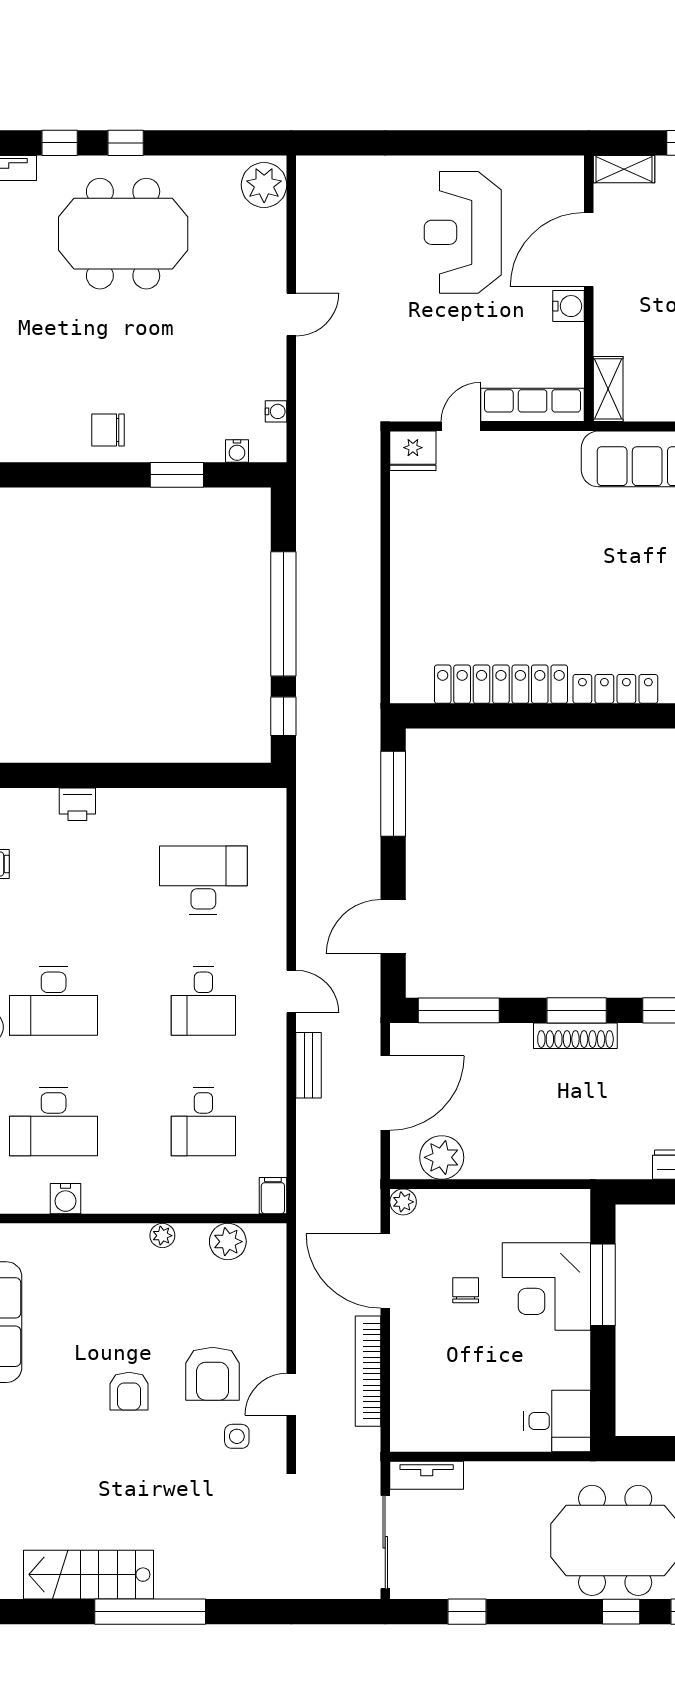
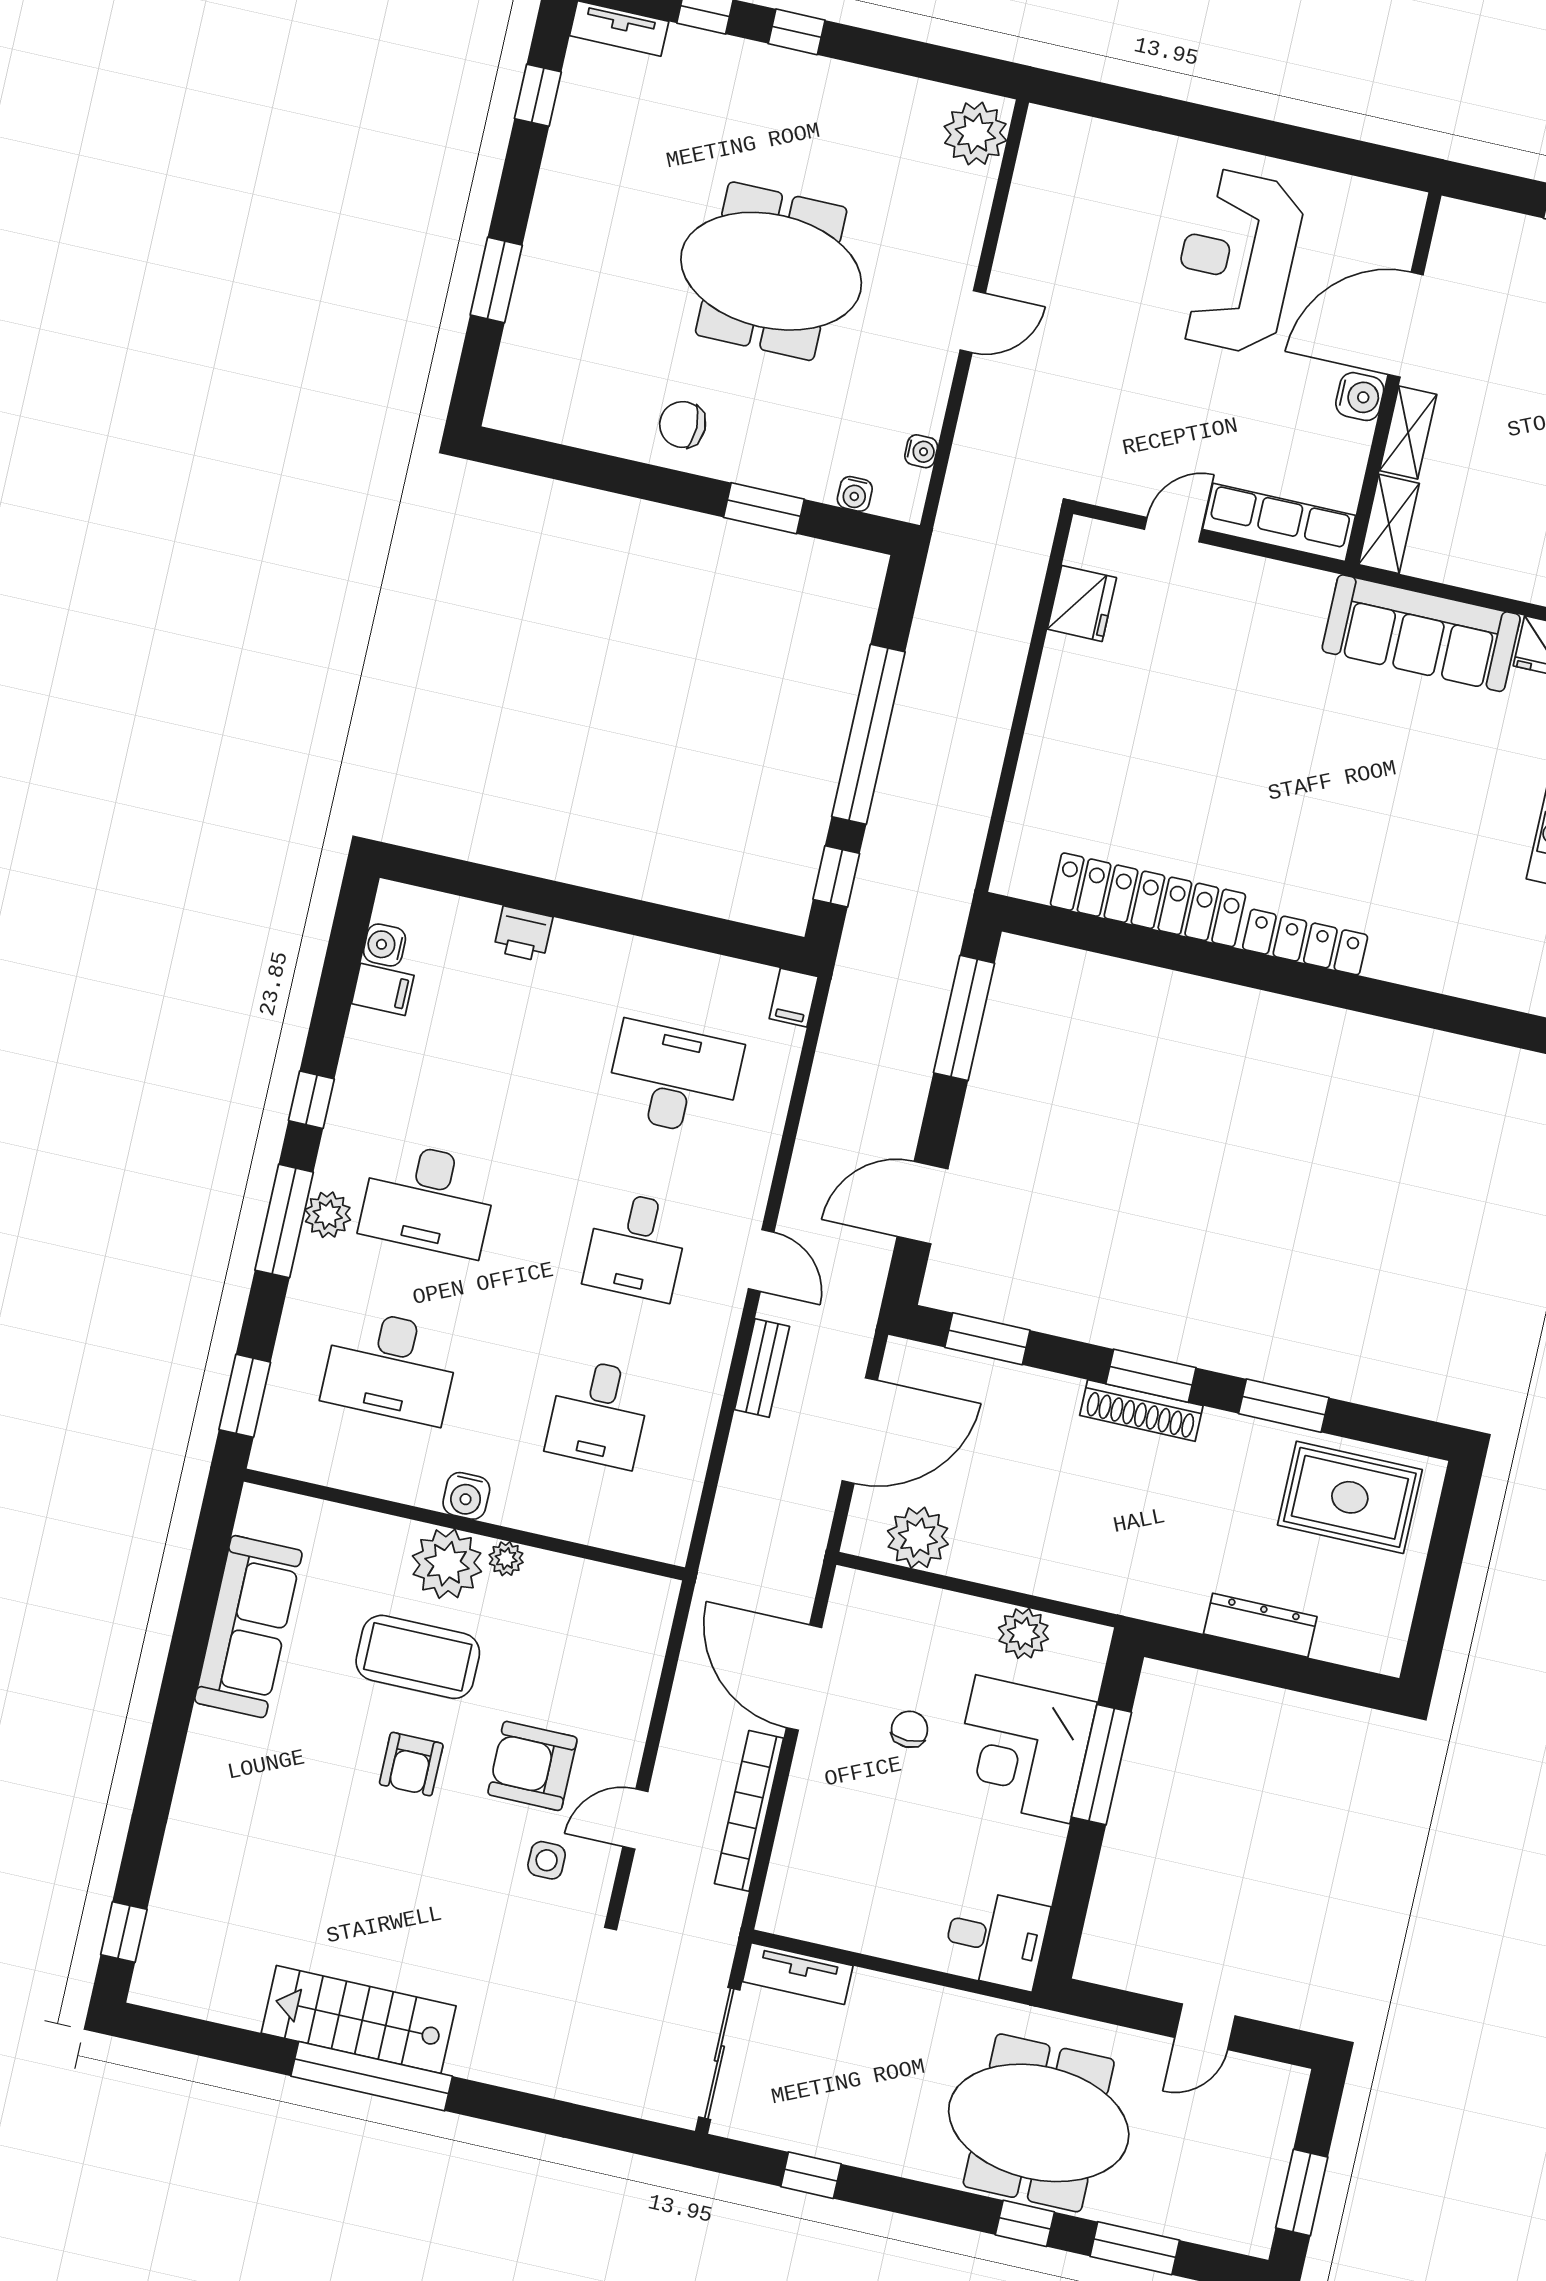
shelving: (624, 169) -> (1408, 433), moved, turned 90
meeting table: (123, 234) -> (771, 271), moved
fridge: (413, 451) -> (1082, 603), moved, turned -90
window: (459, 1010) -> (987, 1339), width x0.69
filing cabinet: (273, 1196) -> (794, 998), moved, turned 180
water cooler: (65, 1199) -> (466, 1496), moved
plant: (403, 1202) -> (1023, 1633), moved, width x1.38, depth x1.38
plant: (228, 1242) -> (447, 1564), moved, width x1.36, depth x1.36
coffee table: (117, 1317) -> (418, 1657), added
armchair: (213, 1374) -> (532, 1766), turned 90
stairs: (89, 1575) -> (359, 2019), moved

